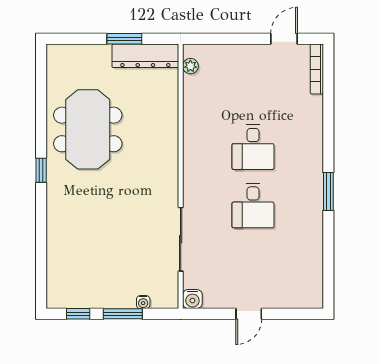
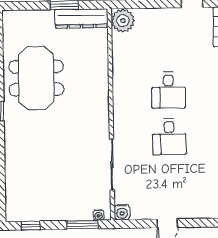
plant: (190, 66) -> (123, 21), width x1.88, depth x1.88
water cooler: (143, 302) -> (99, 215), moved
window: (123, 314) -> (82, 225), moved

